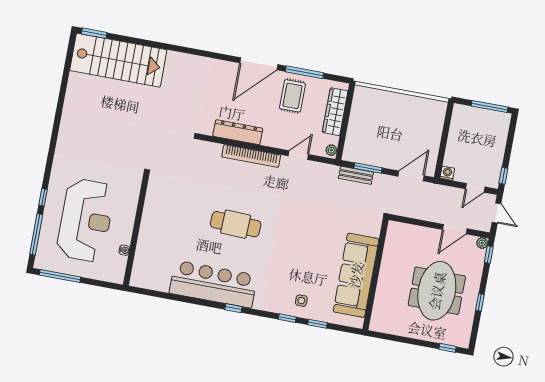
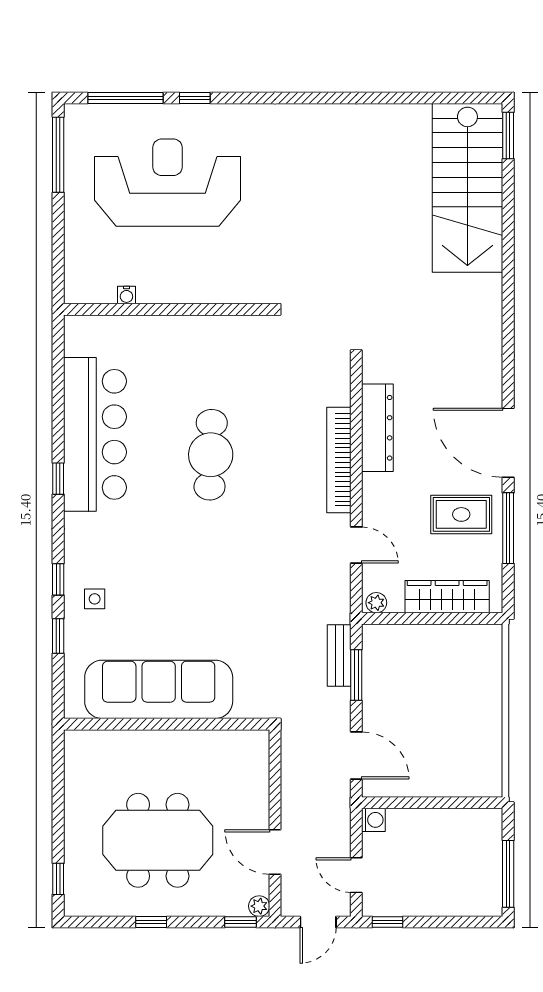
reception desk: (86, 220) -> (167, 183), turned 180
wall: (136, 230) -> (167, 309), moved
water cooler: (124, 250) -> (126, 295), moved

